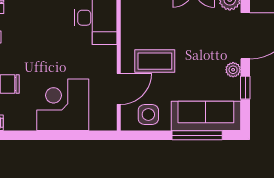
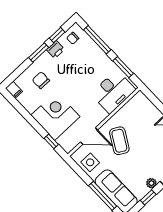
coffee table: (155, 61) -> (119, 141), turned 30
window: (86, 135) -> (51, 141), added

